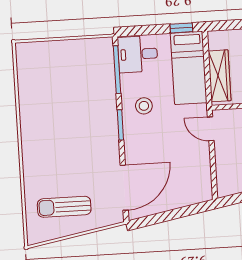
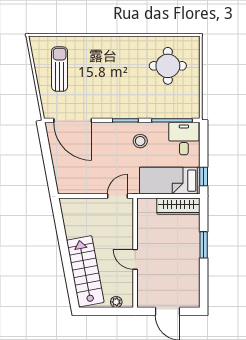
wardrobe: (220, 76) -> (178, 206), moved
round table: (53, 78) -> (168, 66), added

